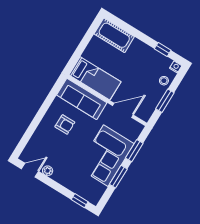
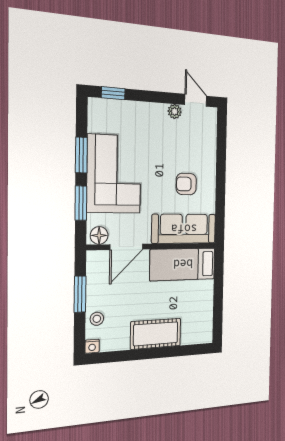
cot: (114, 35) -> (156, 334), moved
window: (163, 49) -> (122, 356), removed
floor lamp: (135, 127) -> (99, 235), added
door: (30, 170) -> (196, 100), swing flipped

